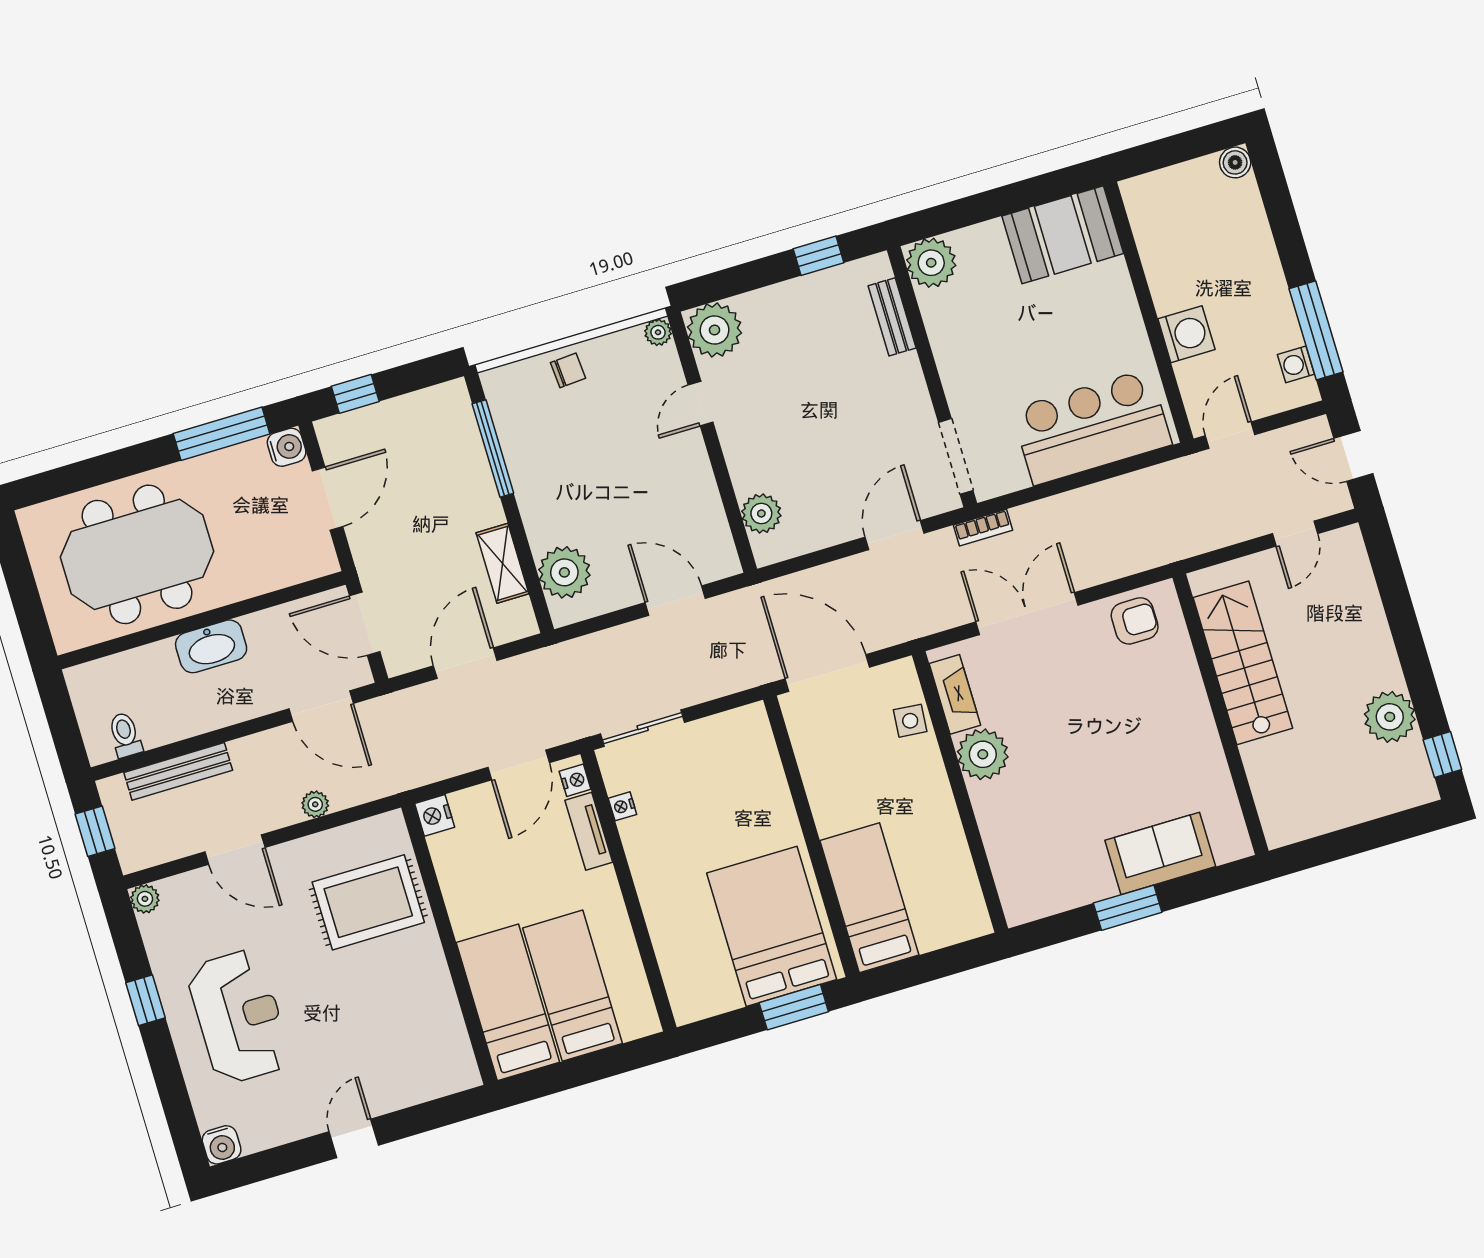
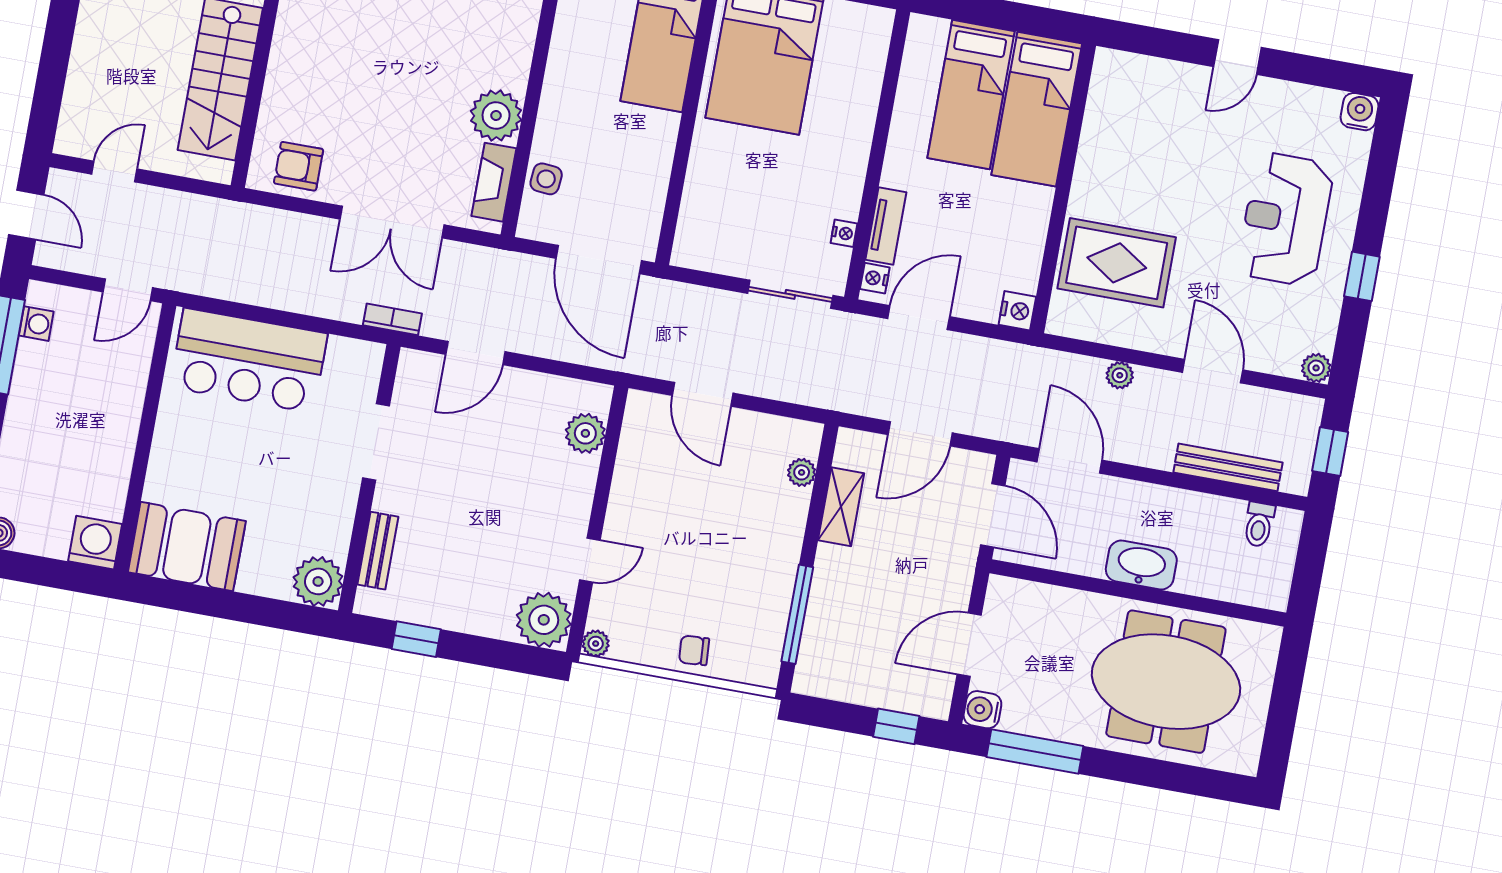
washing machine: (1186, 334) -> (95, 543), moved, turned 90
doorway: (956, 456) -> (376, 442), moved
plant: (564, 572) -> (802, 472), width x0.53, depth x0.53

